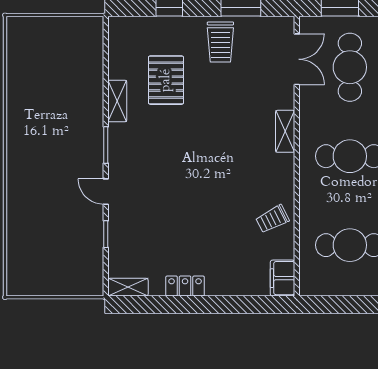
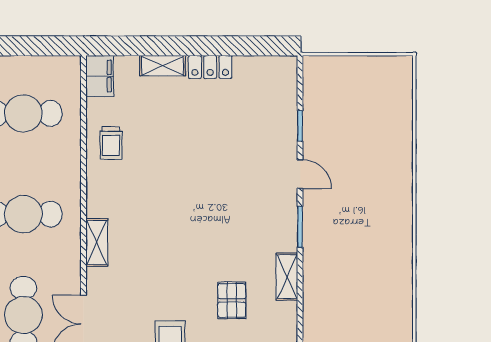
pallet: (166, 80) -> (232, 300), width x0.67, depth x0.71
trolley: (272, 219) -> (111, 143), turned 117
shelving: (128, 287) -> (163, 66), moved

